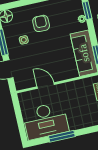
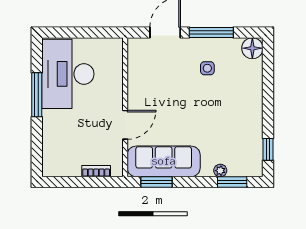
armchair: (41, 23) -> (228, 102), removed
door: (46, 86) -> (125, 125), moved

